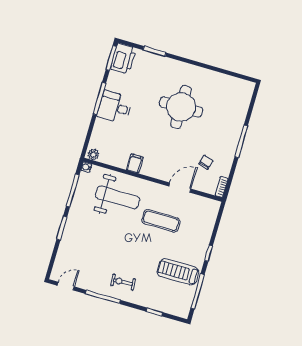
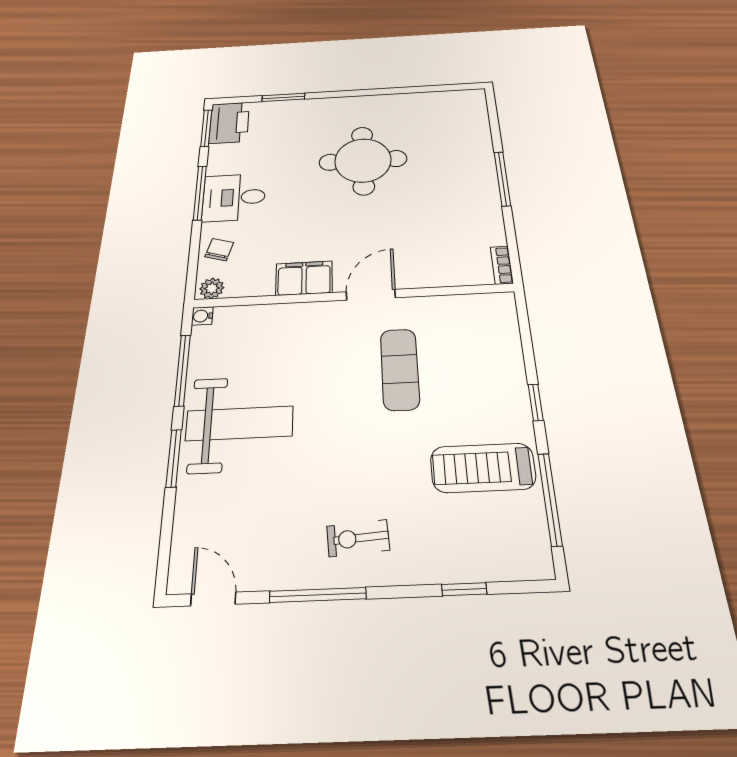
chair: (206, 162) -> (219, 250), moved
filing cabinet: (135, 163) -> (304, 278), width x2.00
door: (180, 188) -> (371, 295), moved
weight bench: (118, 197) -> (239, 423), moved
exercise mat: (161, 221) -> (400, 369), turned 90
door: (66, 286) -> (213, 599), hinge flipped

